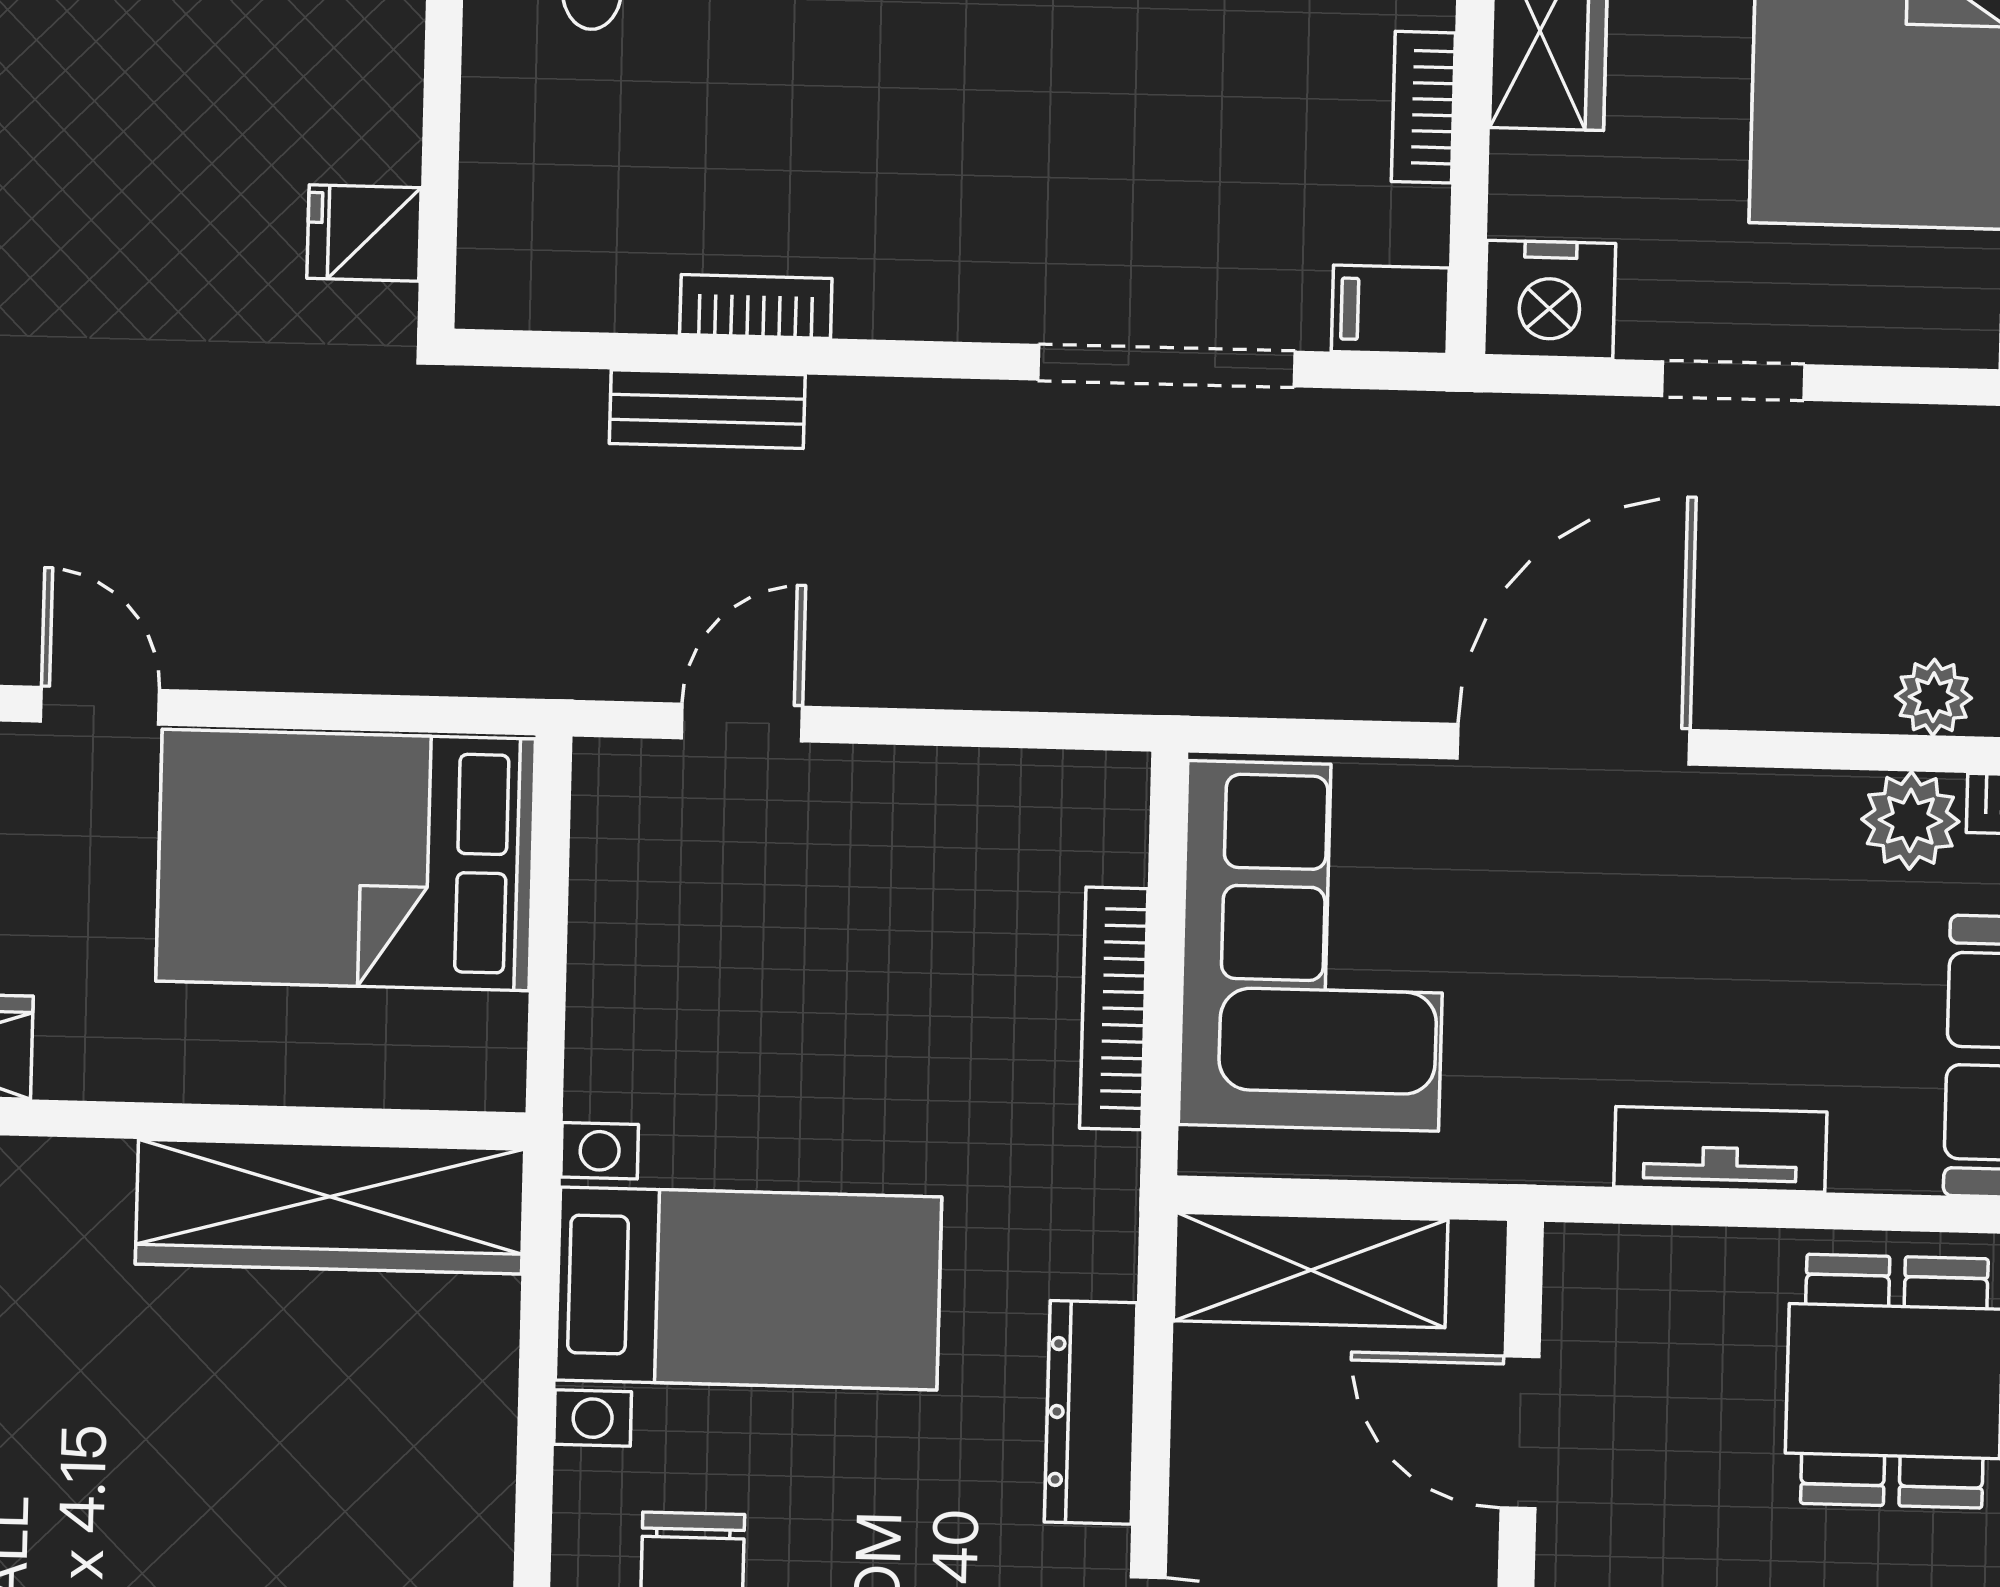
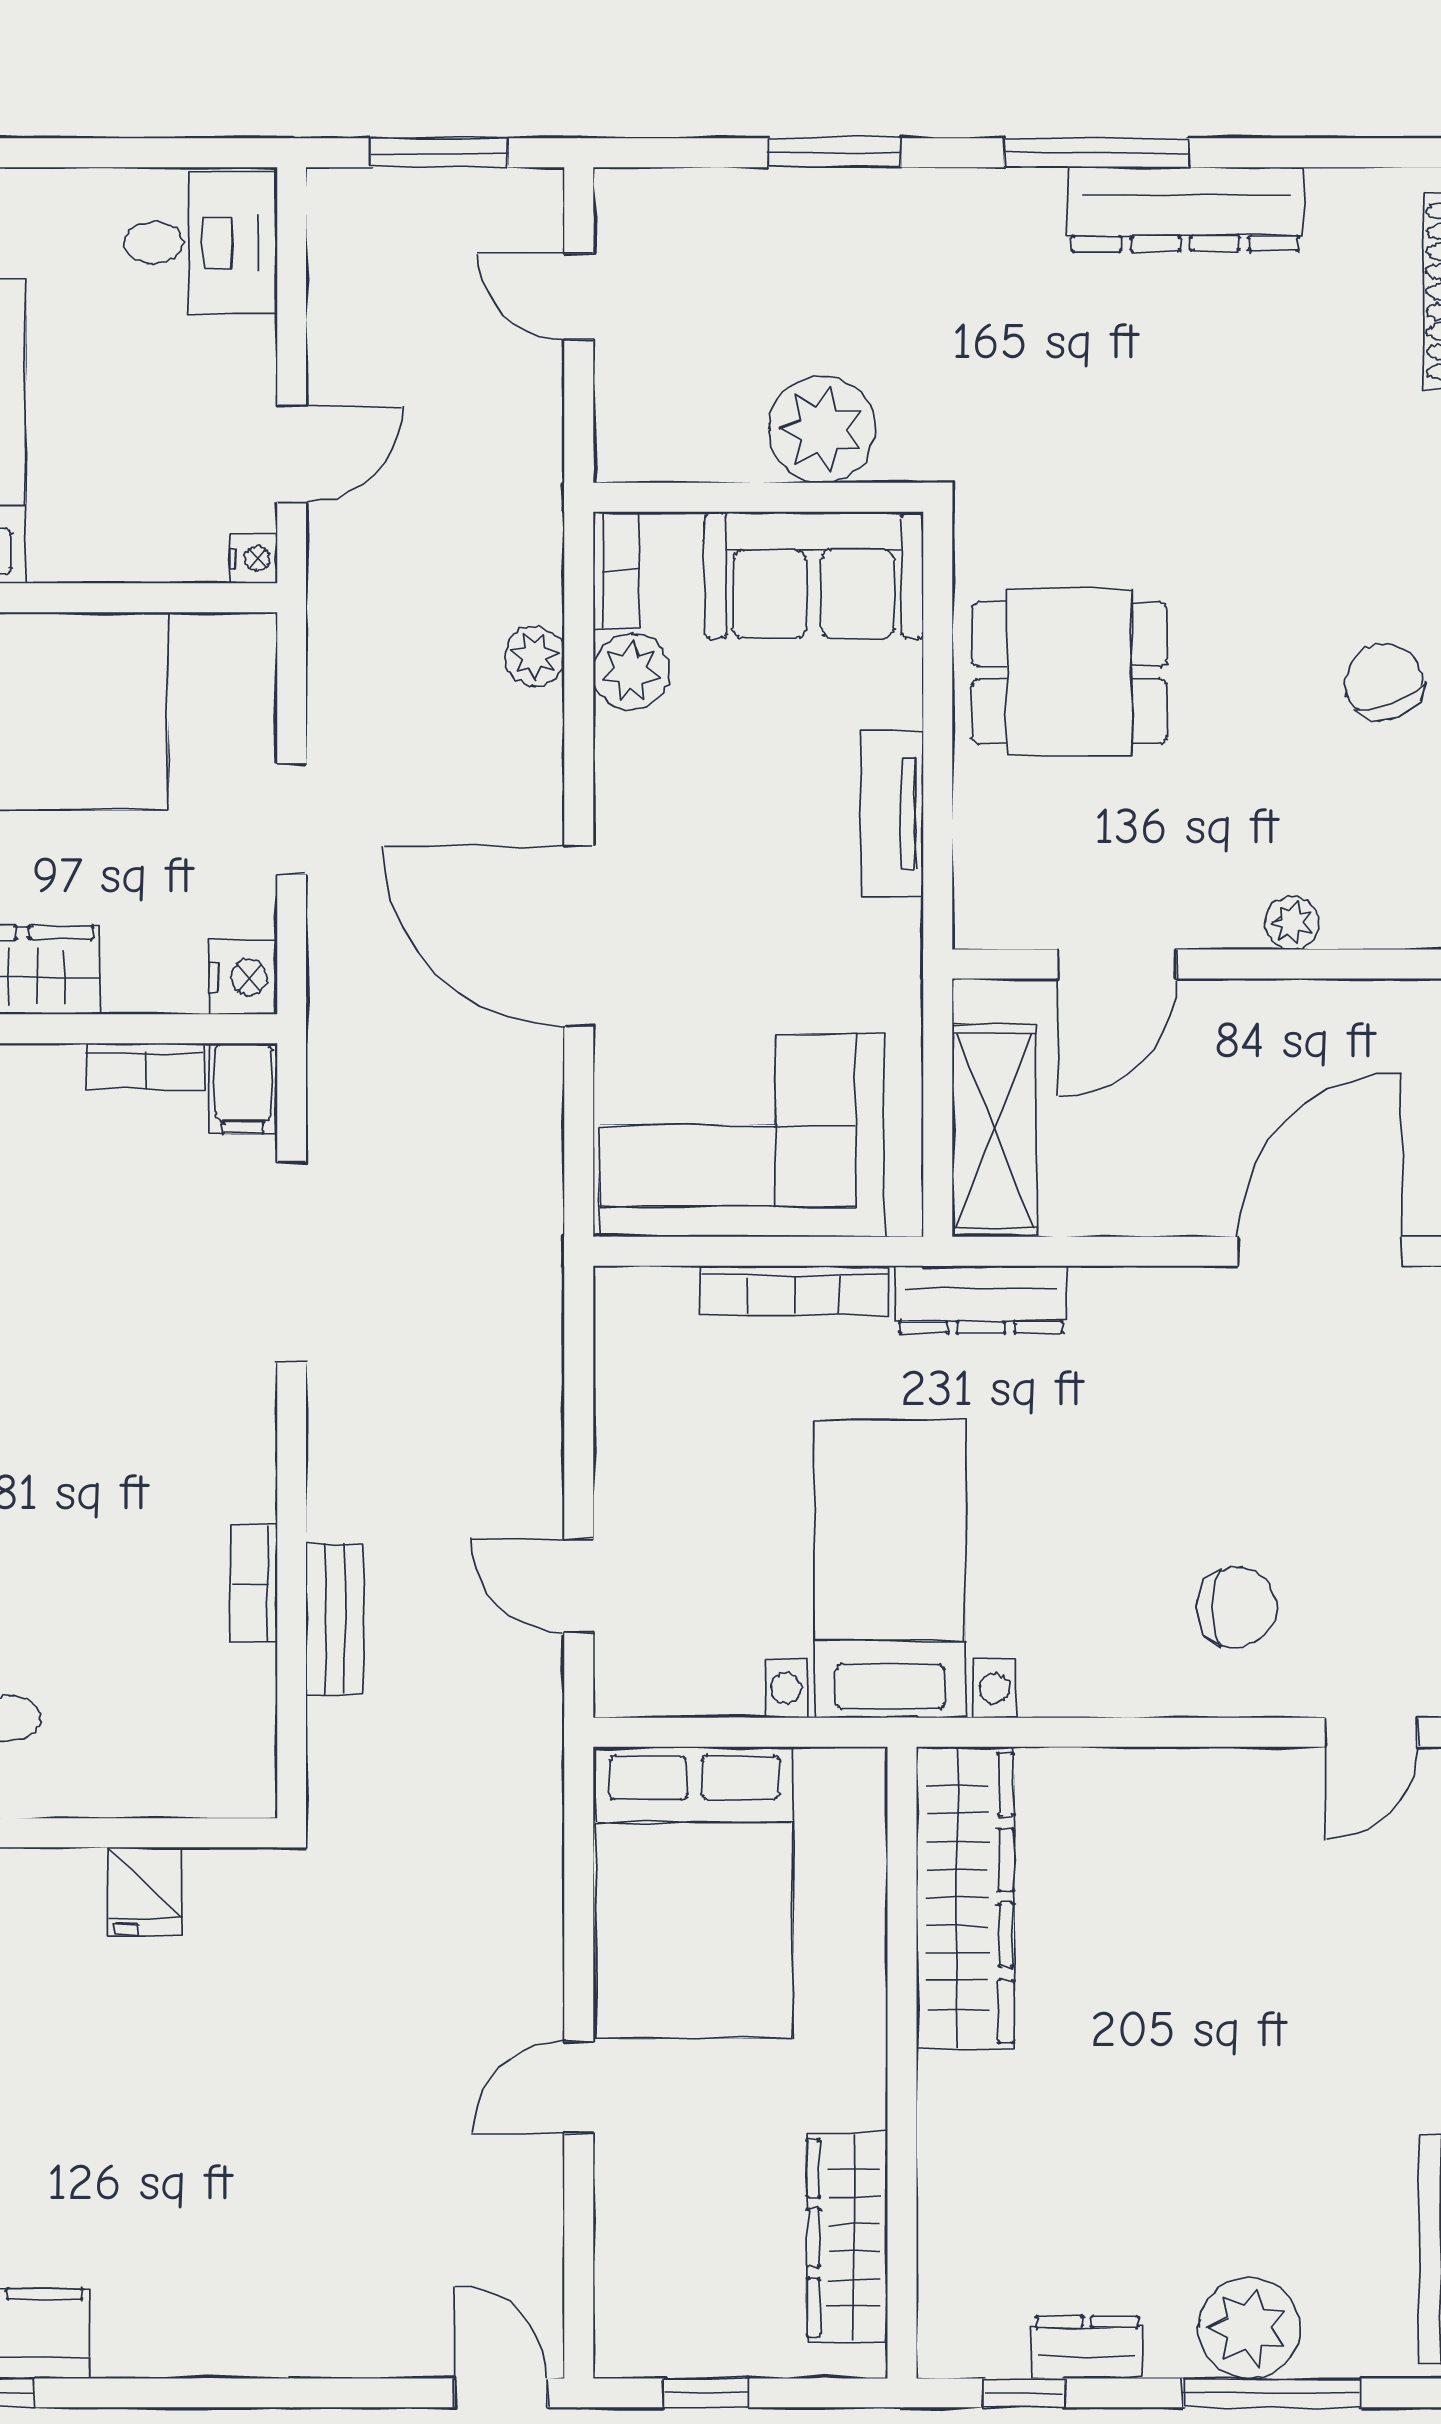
bookcase: (1423, 107) -> (145, 1066), moved
fridge: (364, 233) -> (145, 1891), moved
nightstand: (1550, 300) -> (243, 977), width x0.74, depth x0.75
bed with nightstands: (749, 1288) -> (890, 1569), moved
dresser: (1091, 1412) -> (981, 1299), moved

